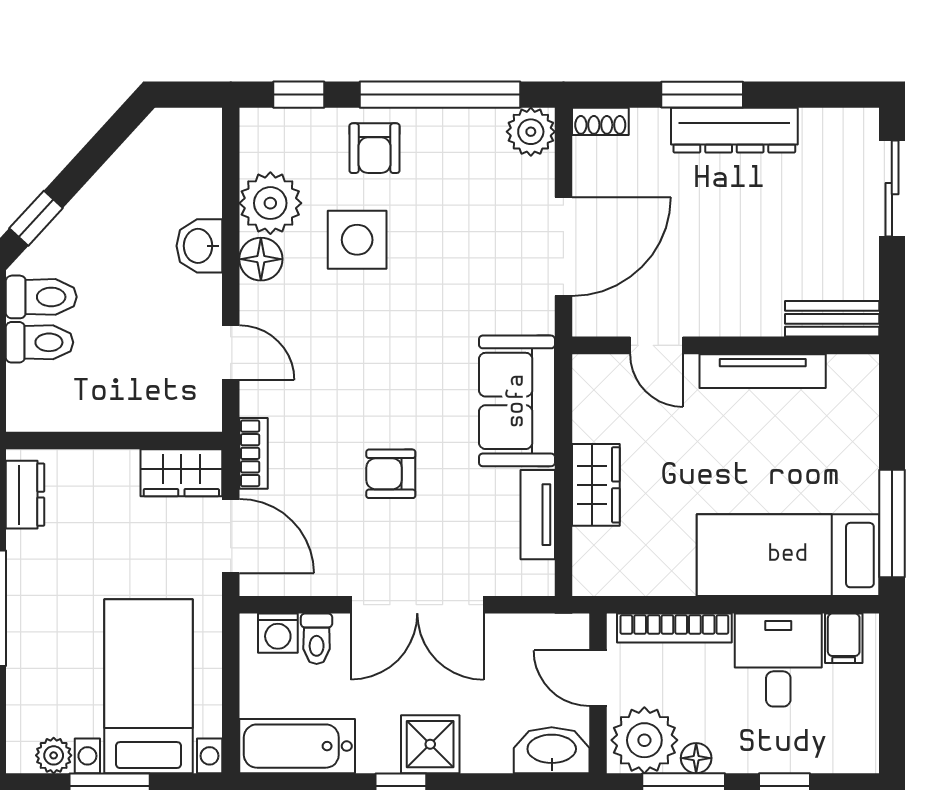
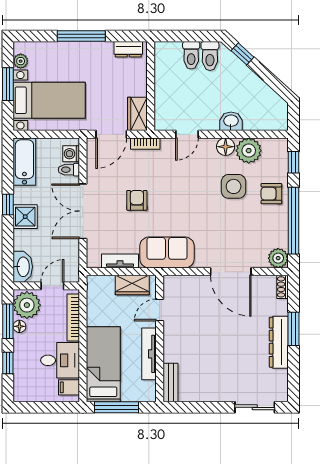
bench: (832, 319) -> (171, 383), moved
door: (656, 345) -> (160, 310), moved
wall: (726, 345) -> (160, 339), moved
tv unit: (763, 371) -> (149, 354), moved

